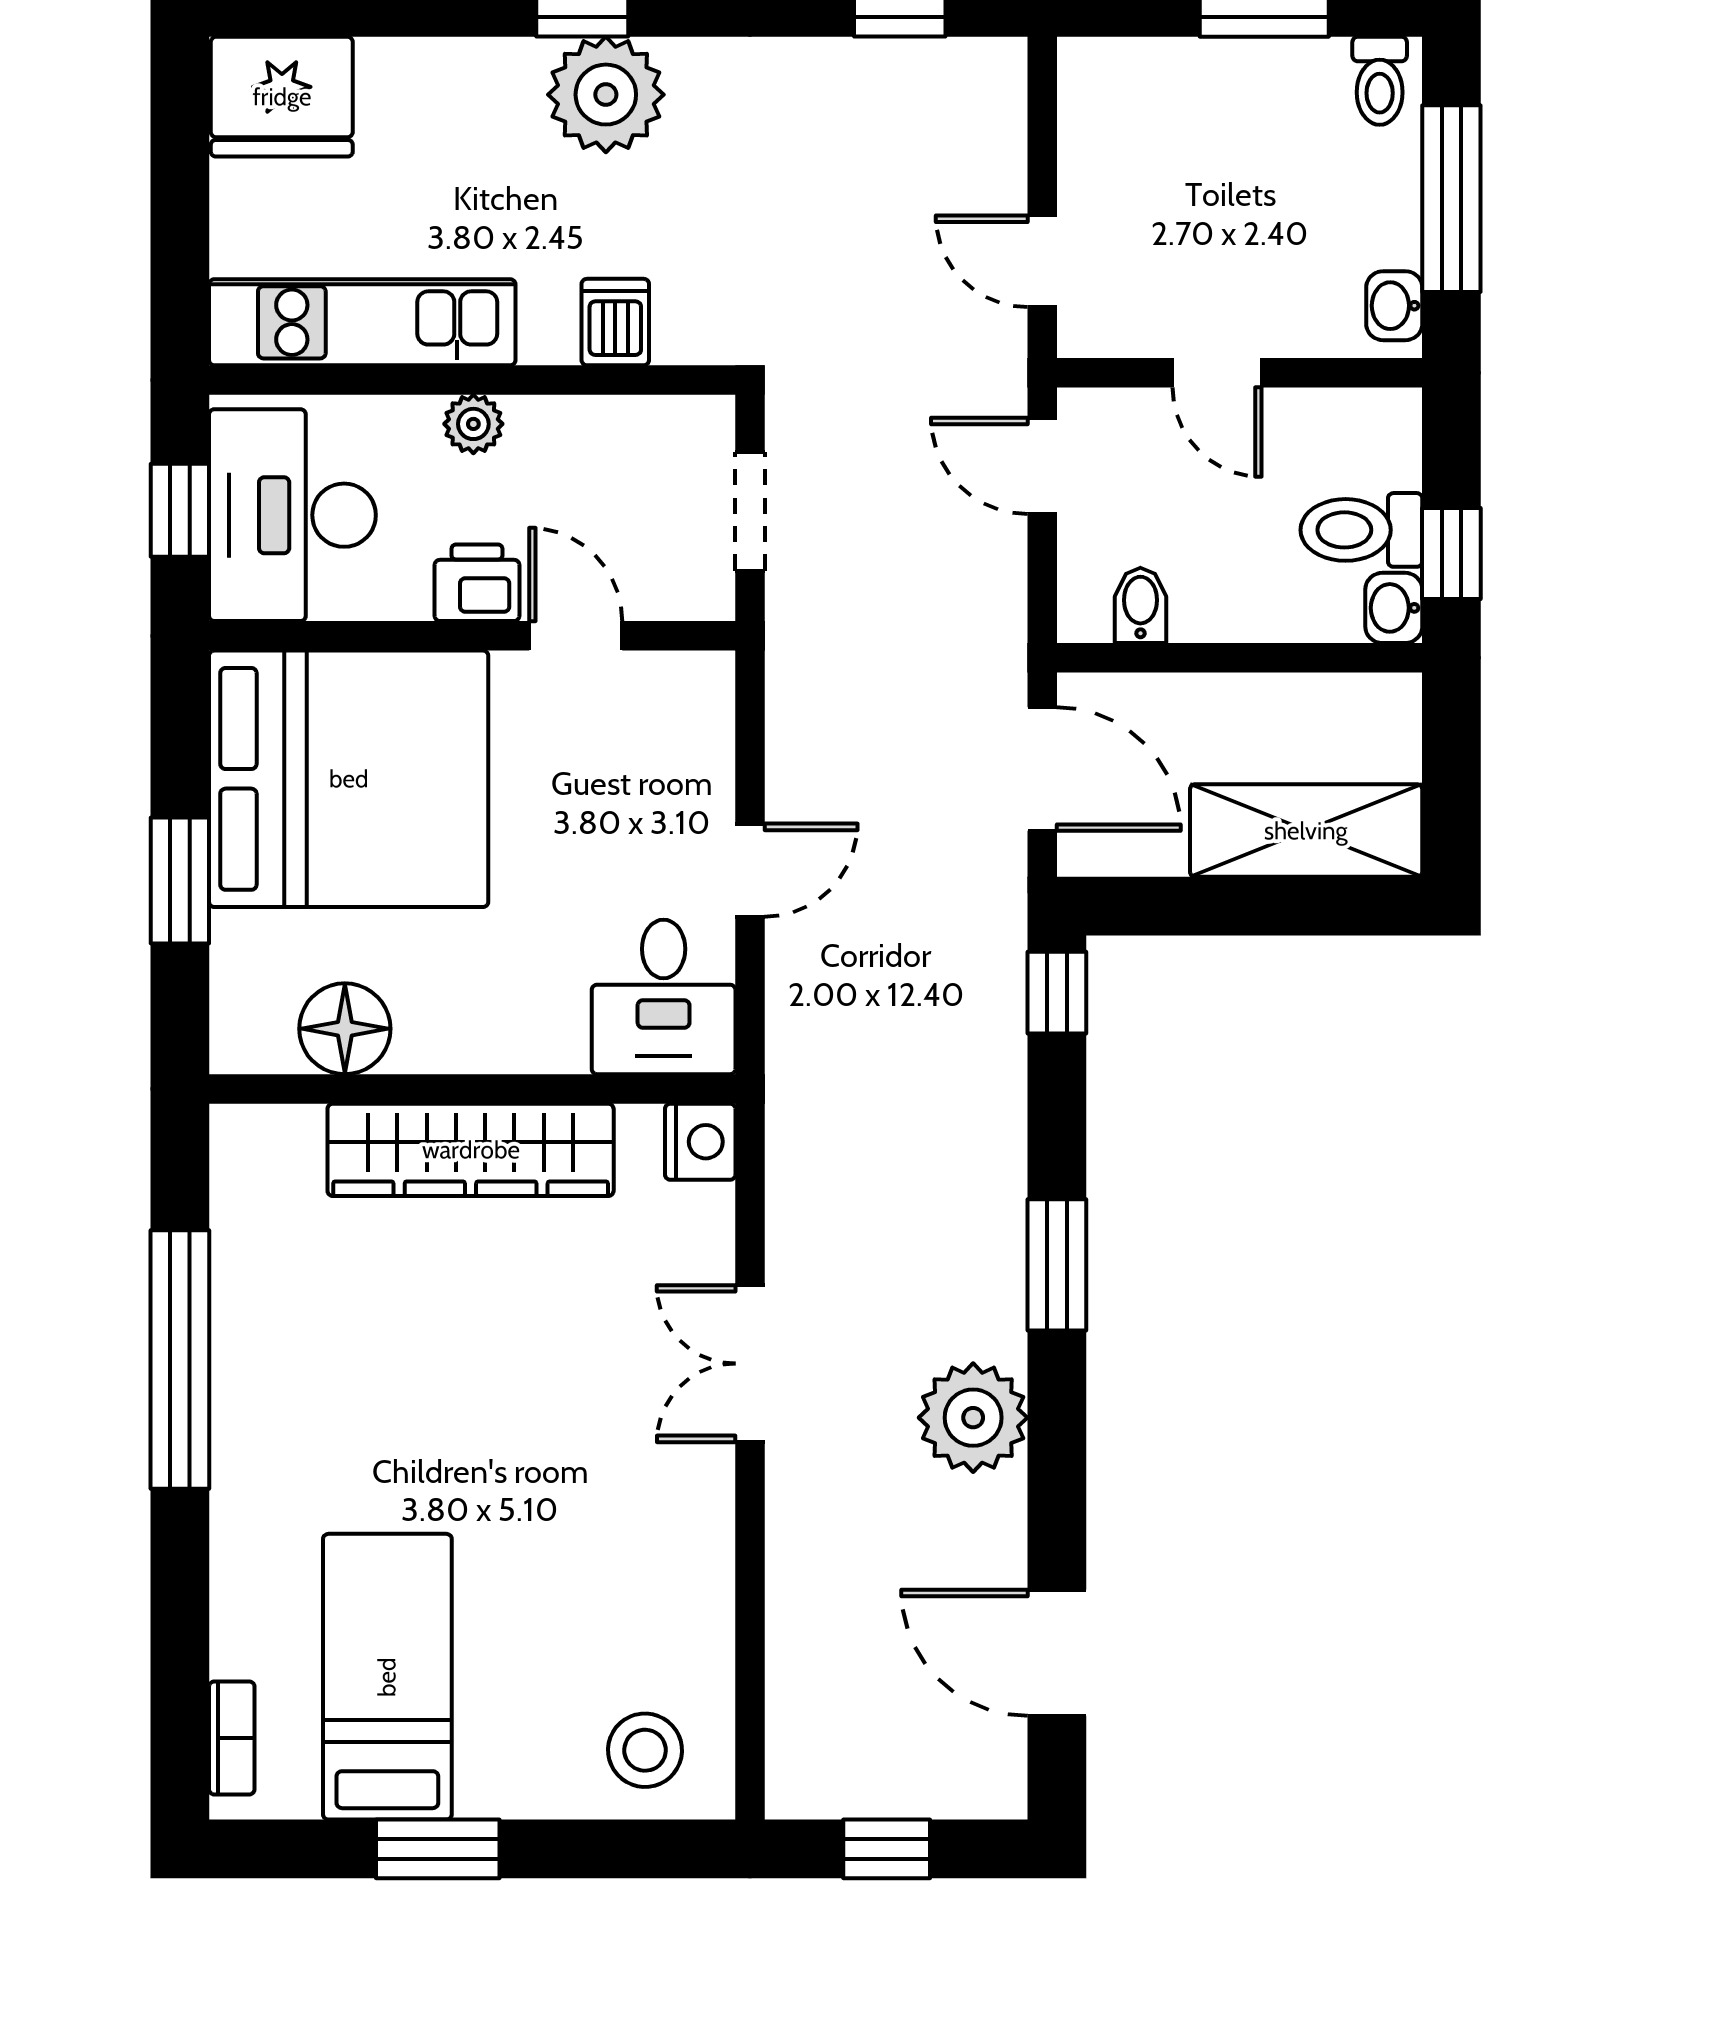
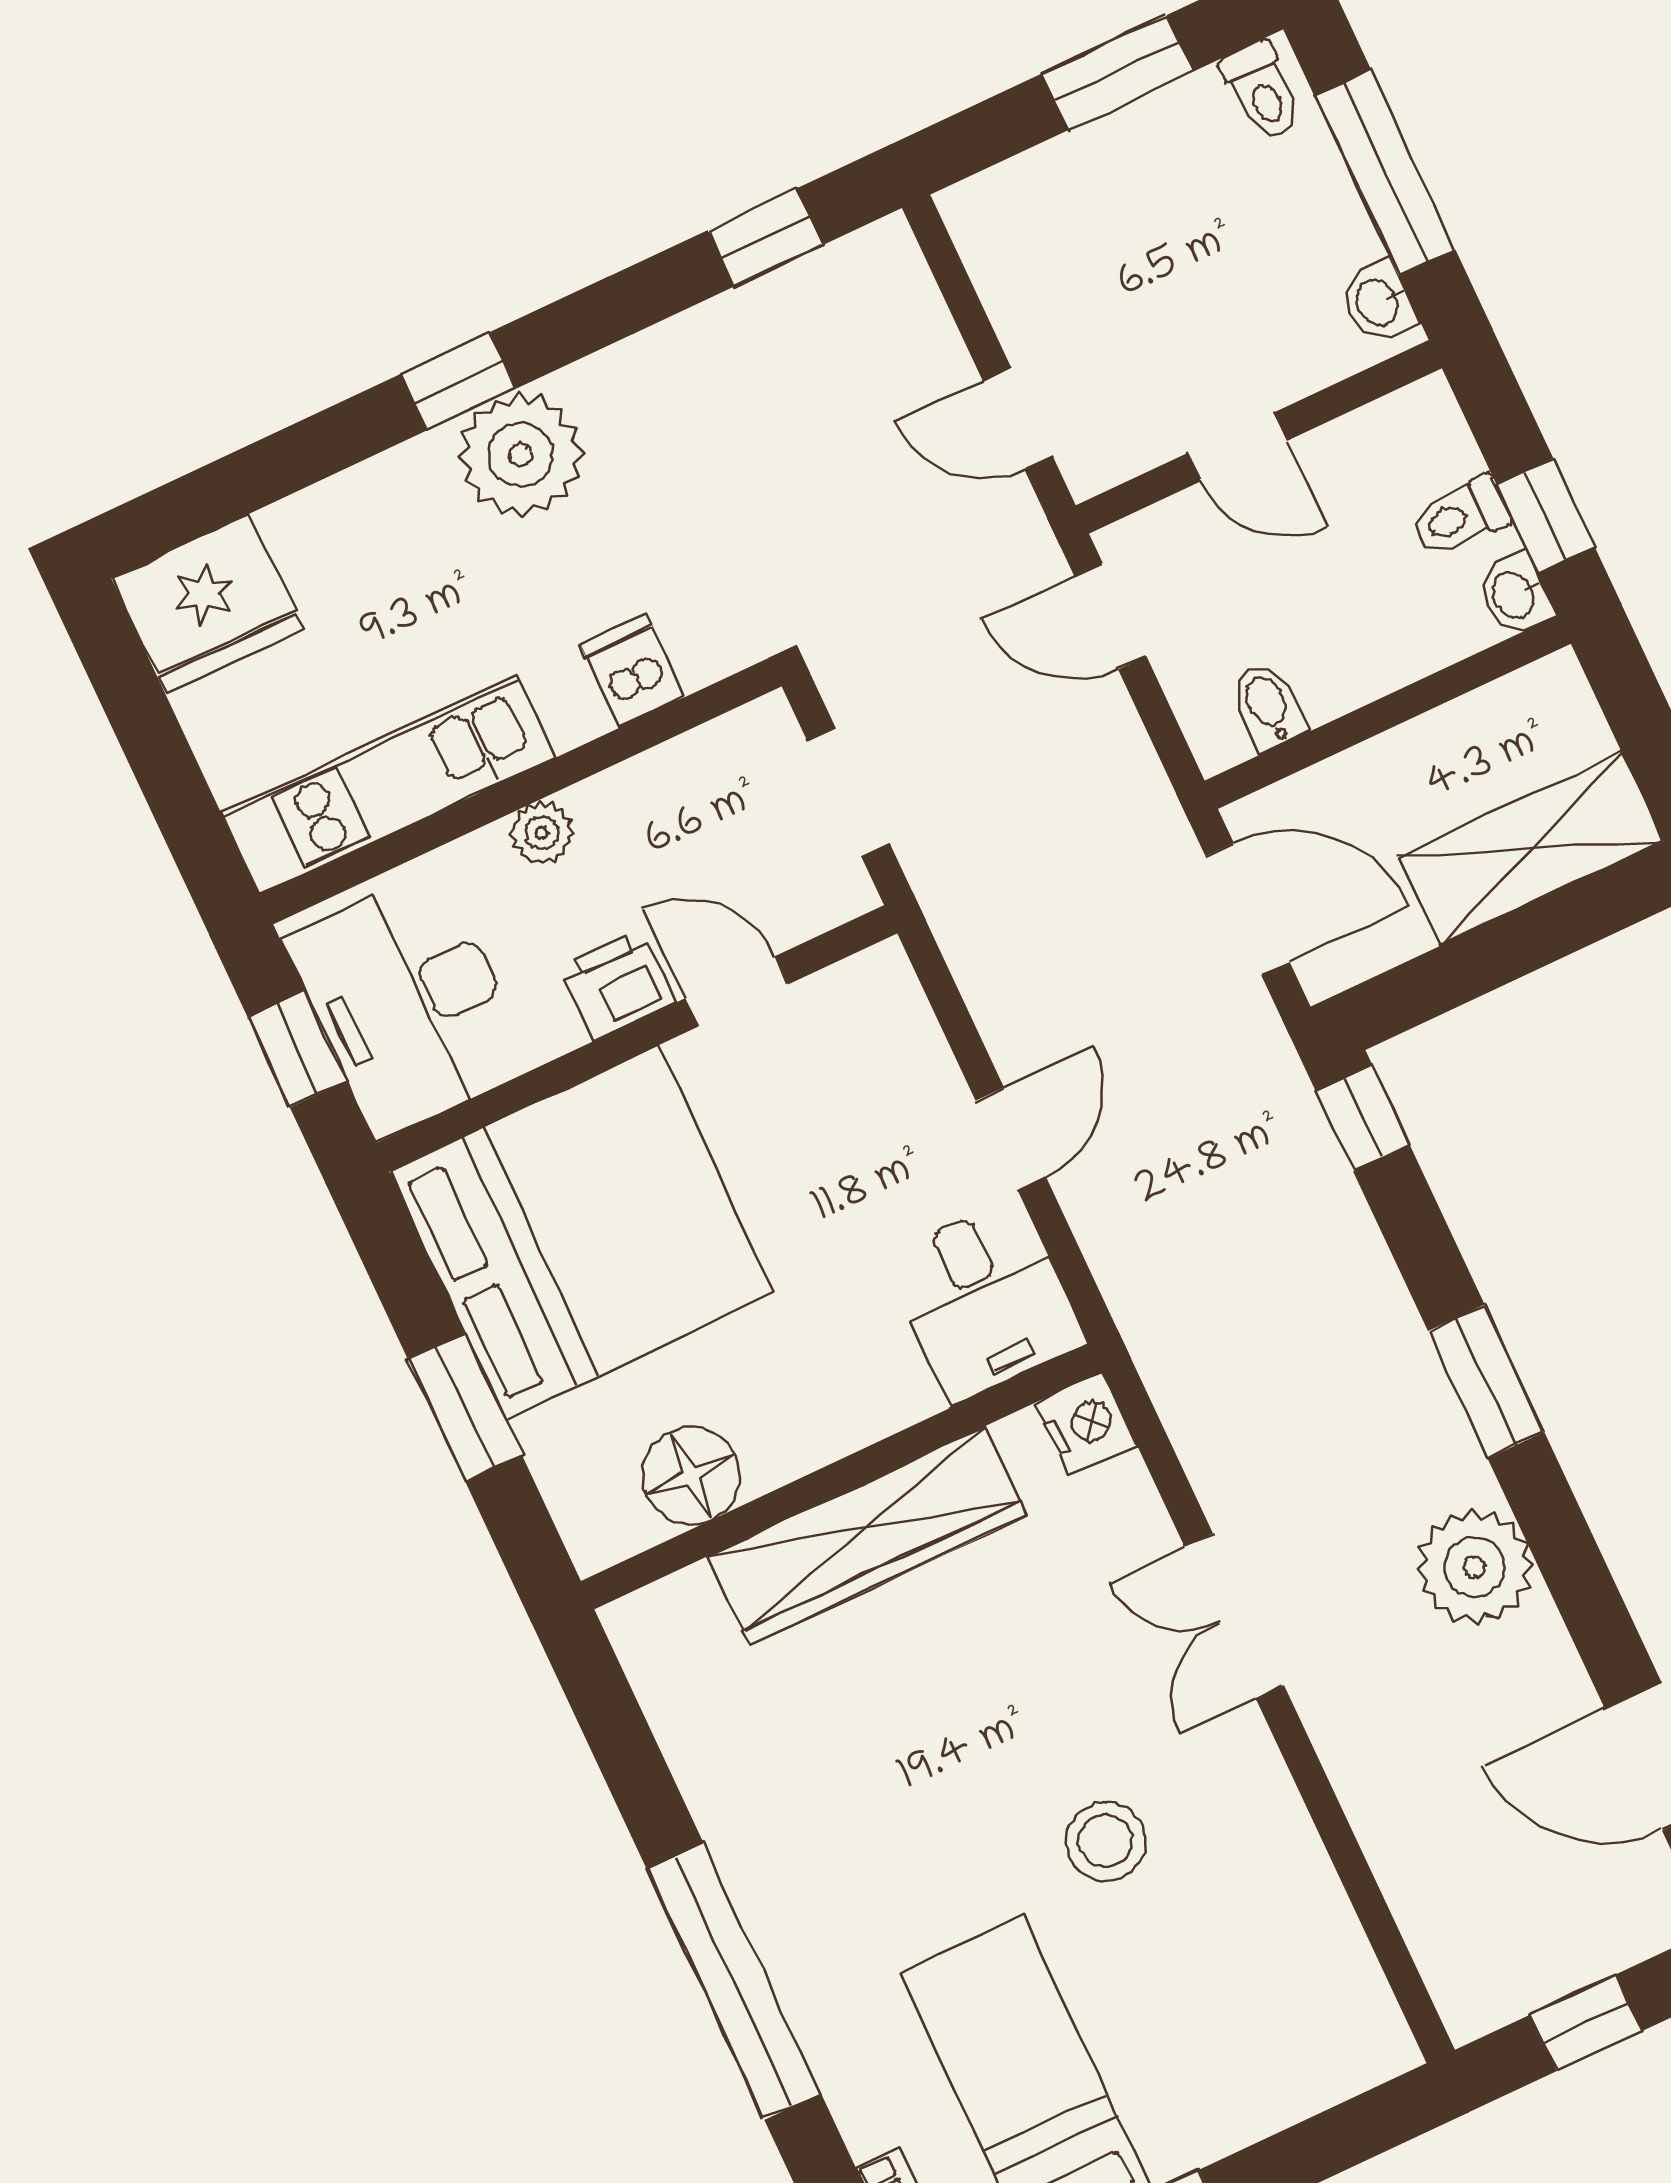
toilet: (1361, 530) -> (1460, 516), width x0.73, depth x0.72
window: (180, 1360) -> (734, 1982), moved
stool: (645, 1750) -> (1106, 1841), moved

